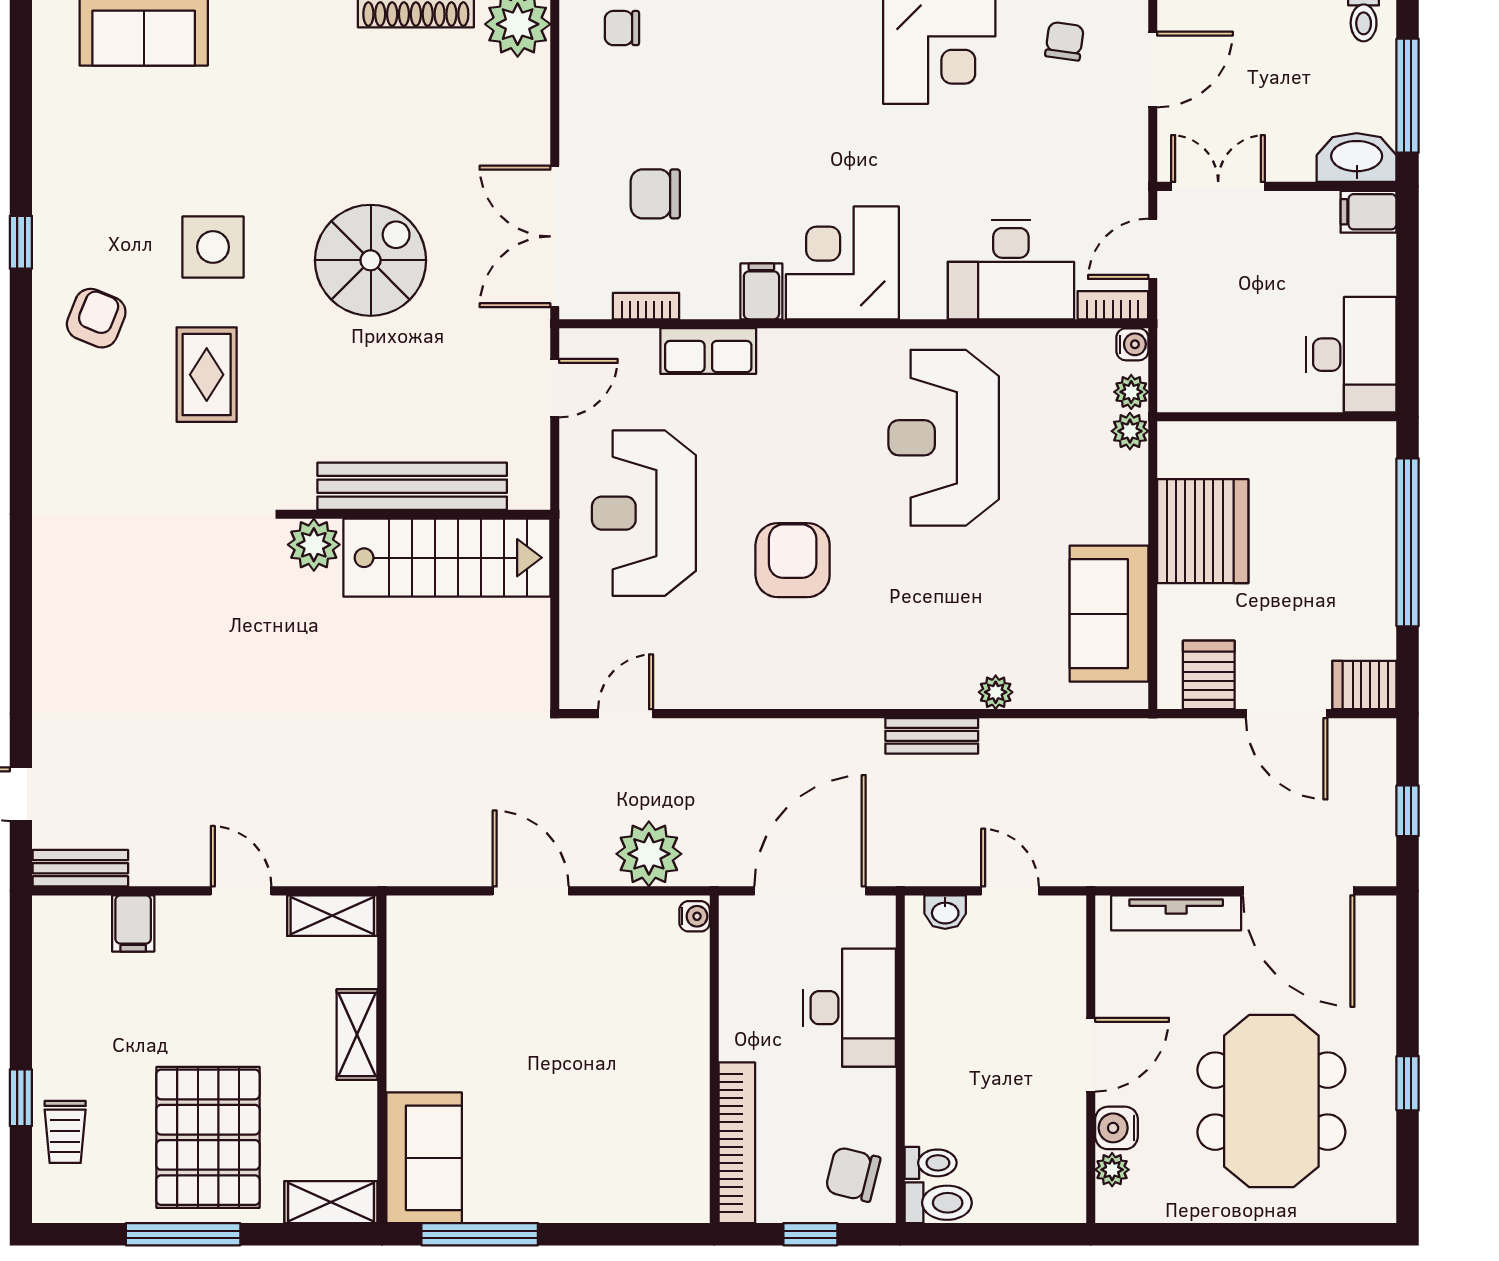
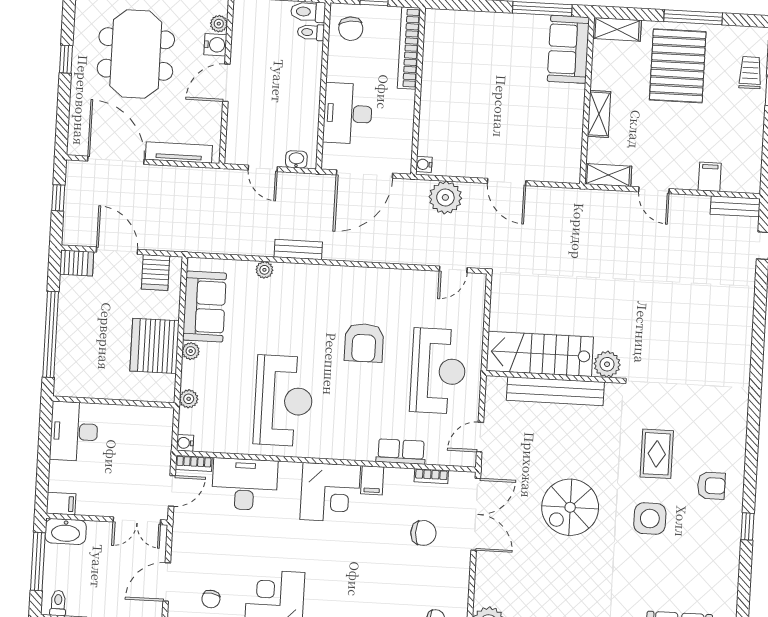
armchair: (96, 318) -> (711, 486), turned -112
plant: (1131, 392) -> (191, 351), moved
chair: (853, 1174) -> (351, 29), turned 68

